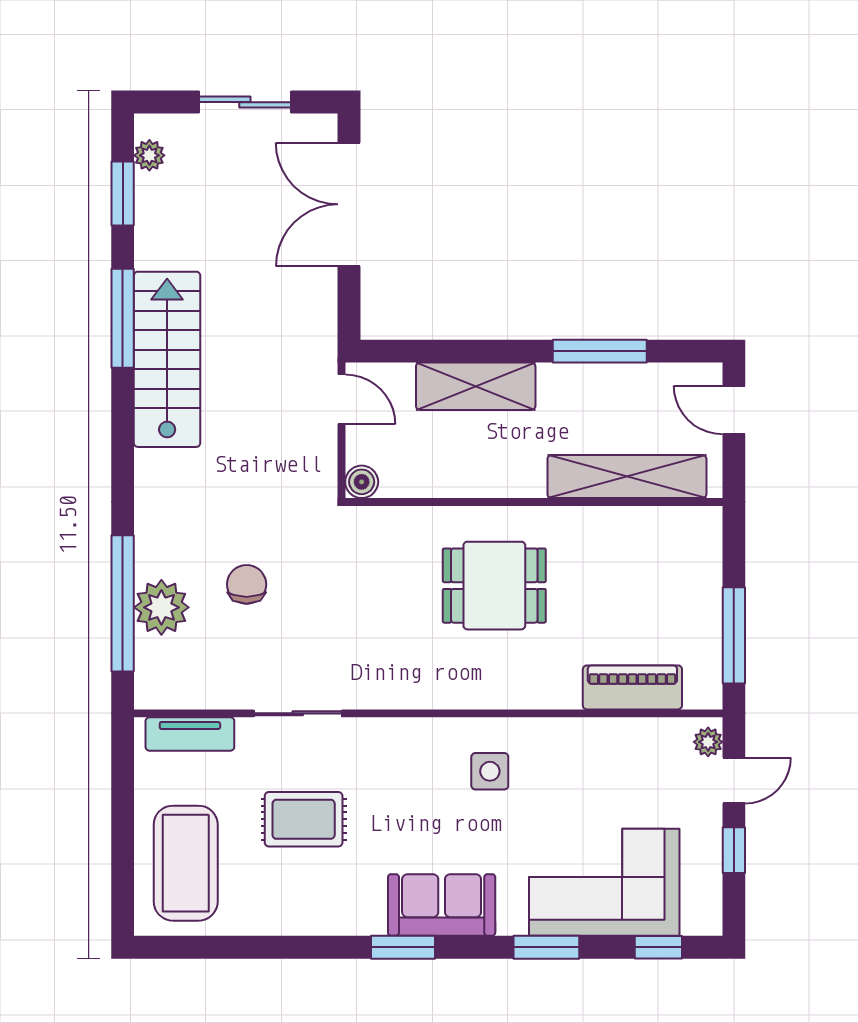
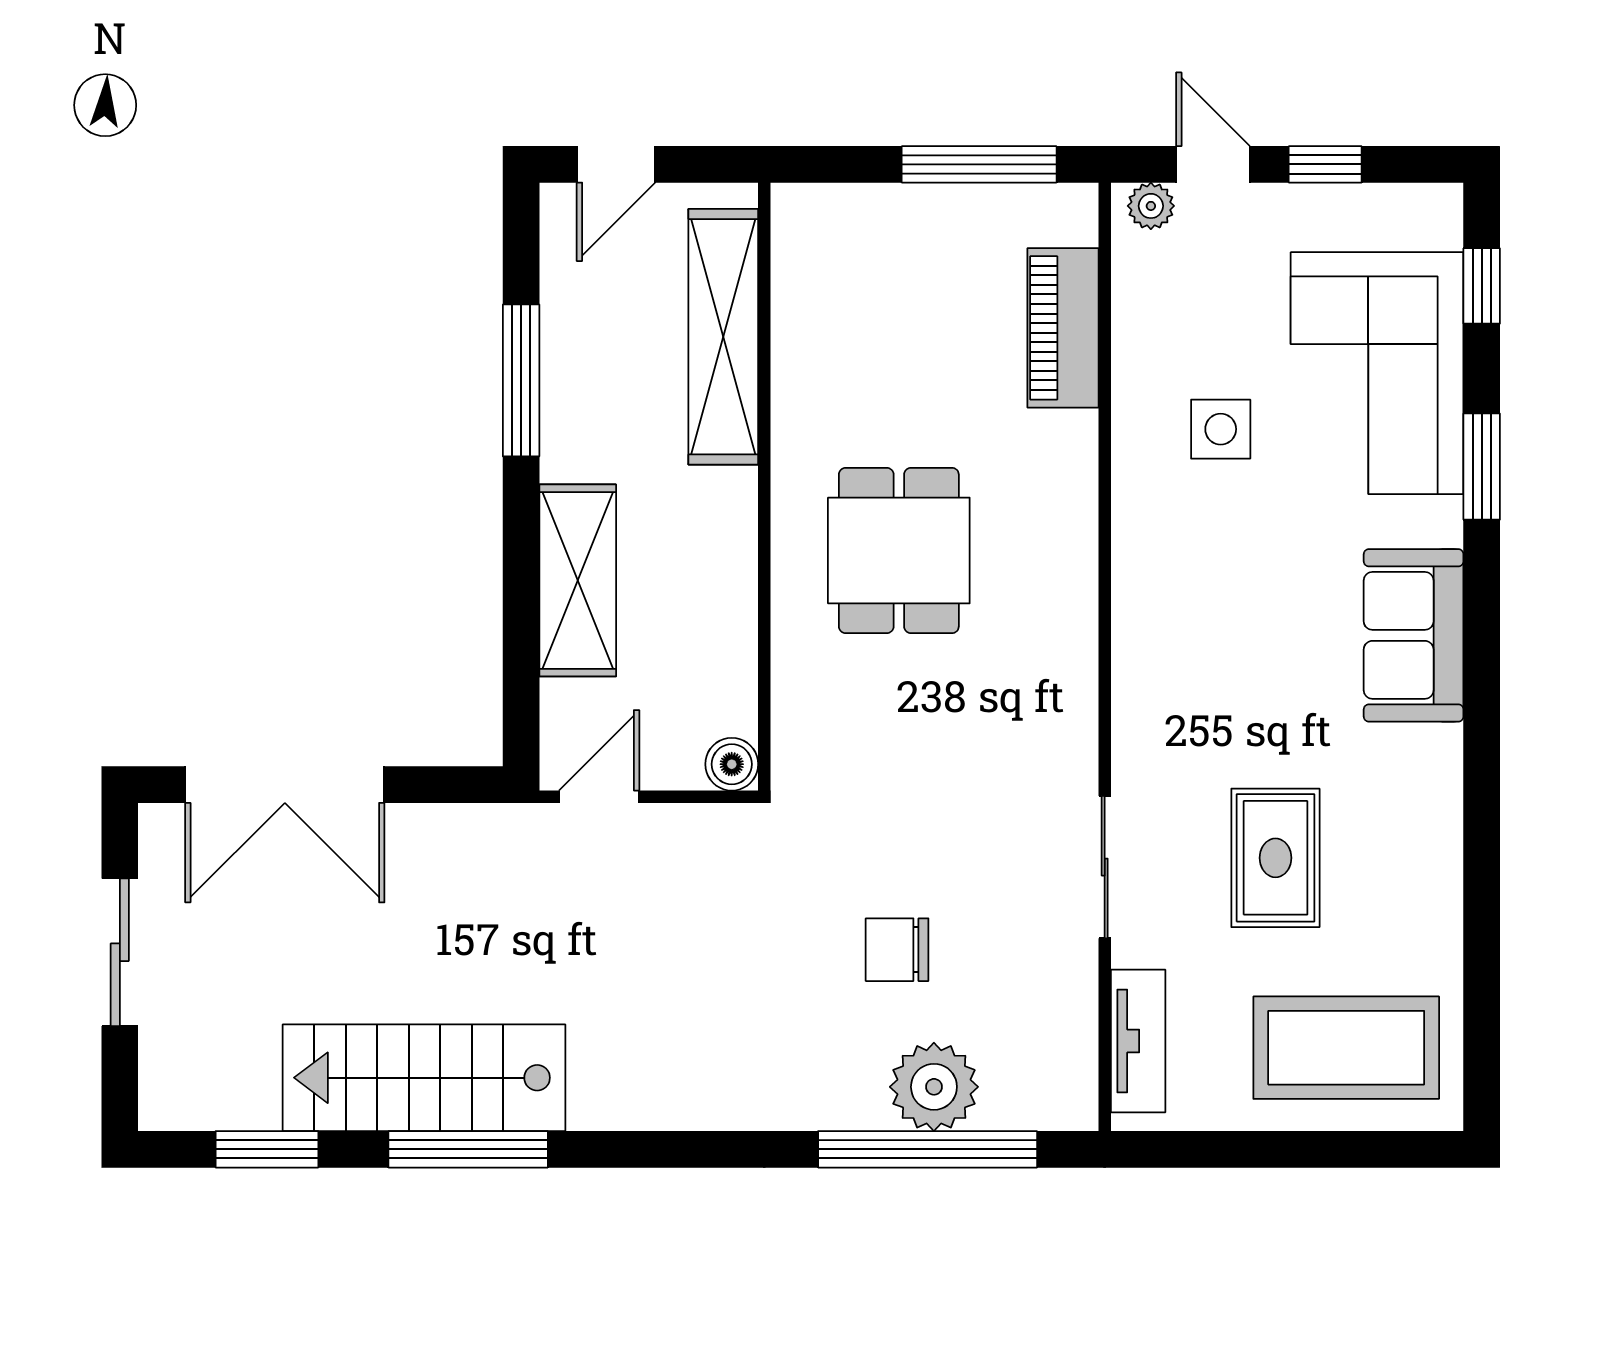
plant: (149, 155) -> (206, 1106), removed
stairs: (167, 359) -> (424, 1078), moved
side table: (490, 771) -> (1221, 429), moved
window: (403, 947) -> (1482, 698), removed

